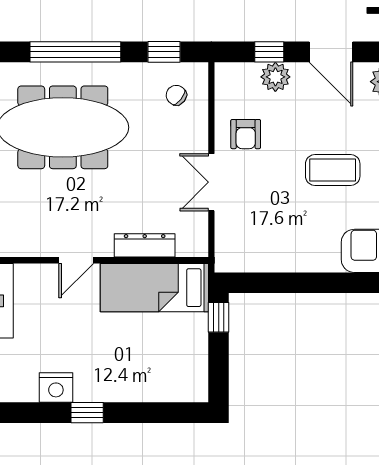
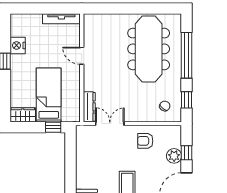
double door: (211, 182) -> (110, 124), moved
dresser: (145, 245) -> (89, 107), moved
bed: (154, 288) -> (49, 95), moved
wardrobe: (194, 377) -> (23, 115), added

